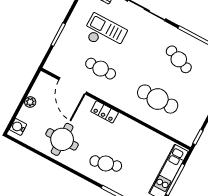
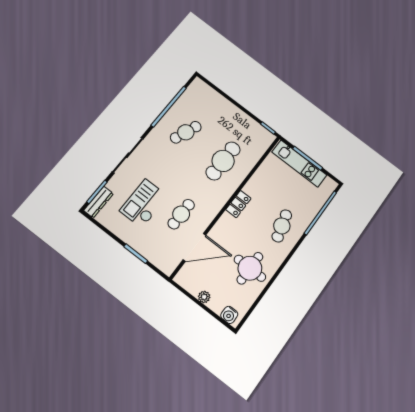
locker: (105, 112) -> (238, 204), moved

